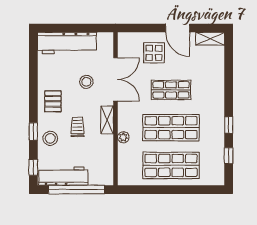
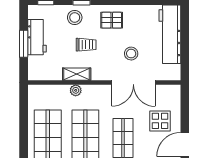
shelving: (107, 120) -> (77, 74), moved
workbench: (63, 176) -> (37, 37), width x0.73
window: (77, 190) -> (24, 44), width x0.47

